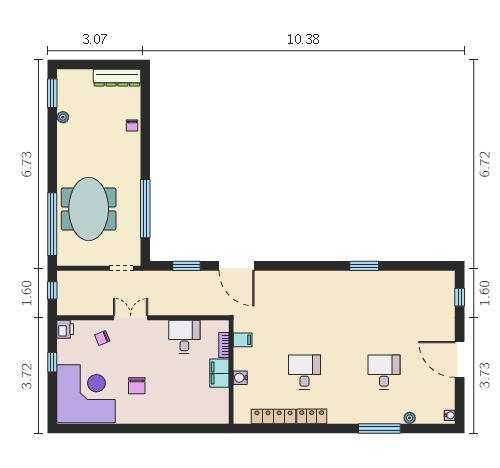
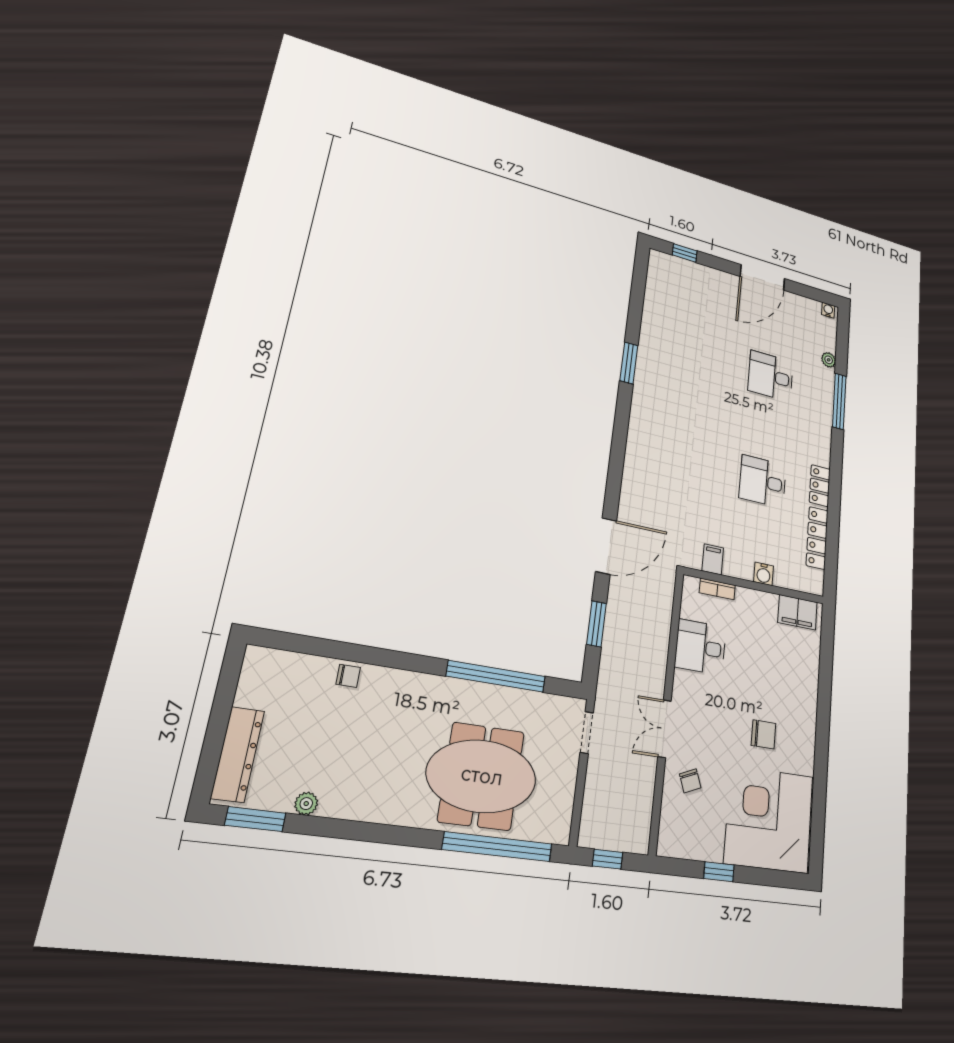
dresser: (117, 78) -> (238, 754), moved
printer: (65, 329) -> (671, 843), removed
filing cabinet: (219, 373) -> (797, 612), moved

